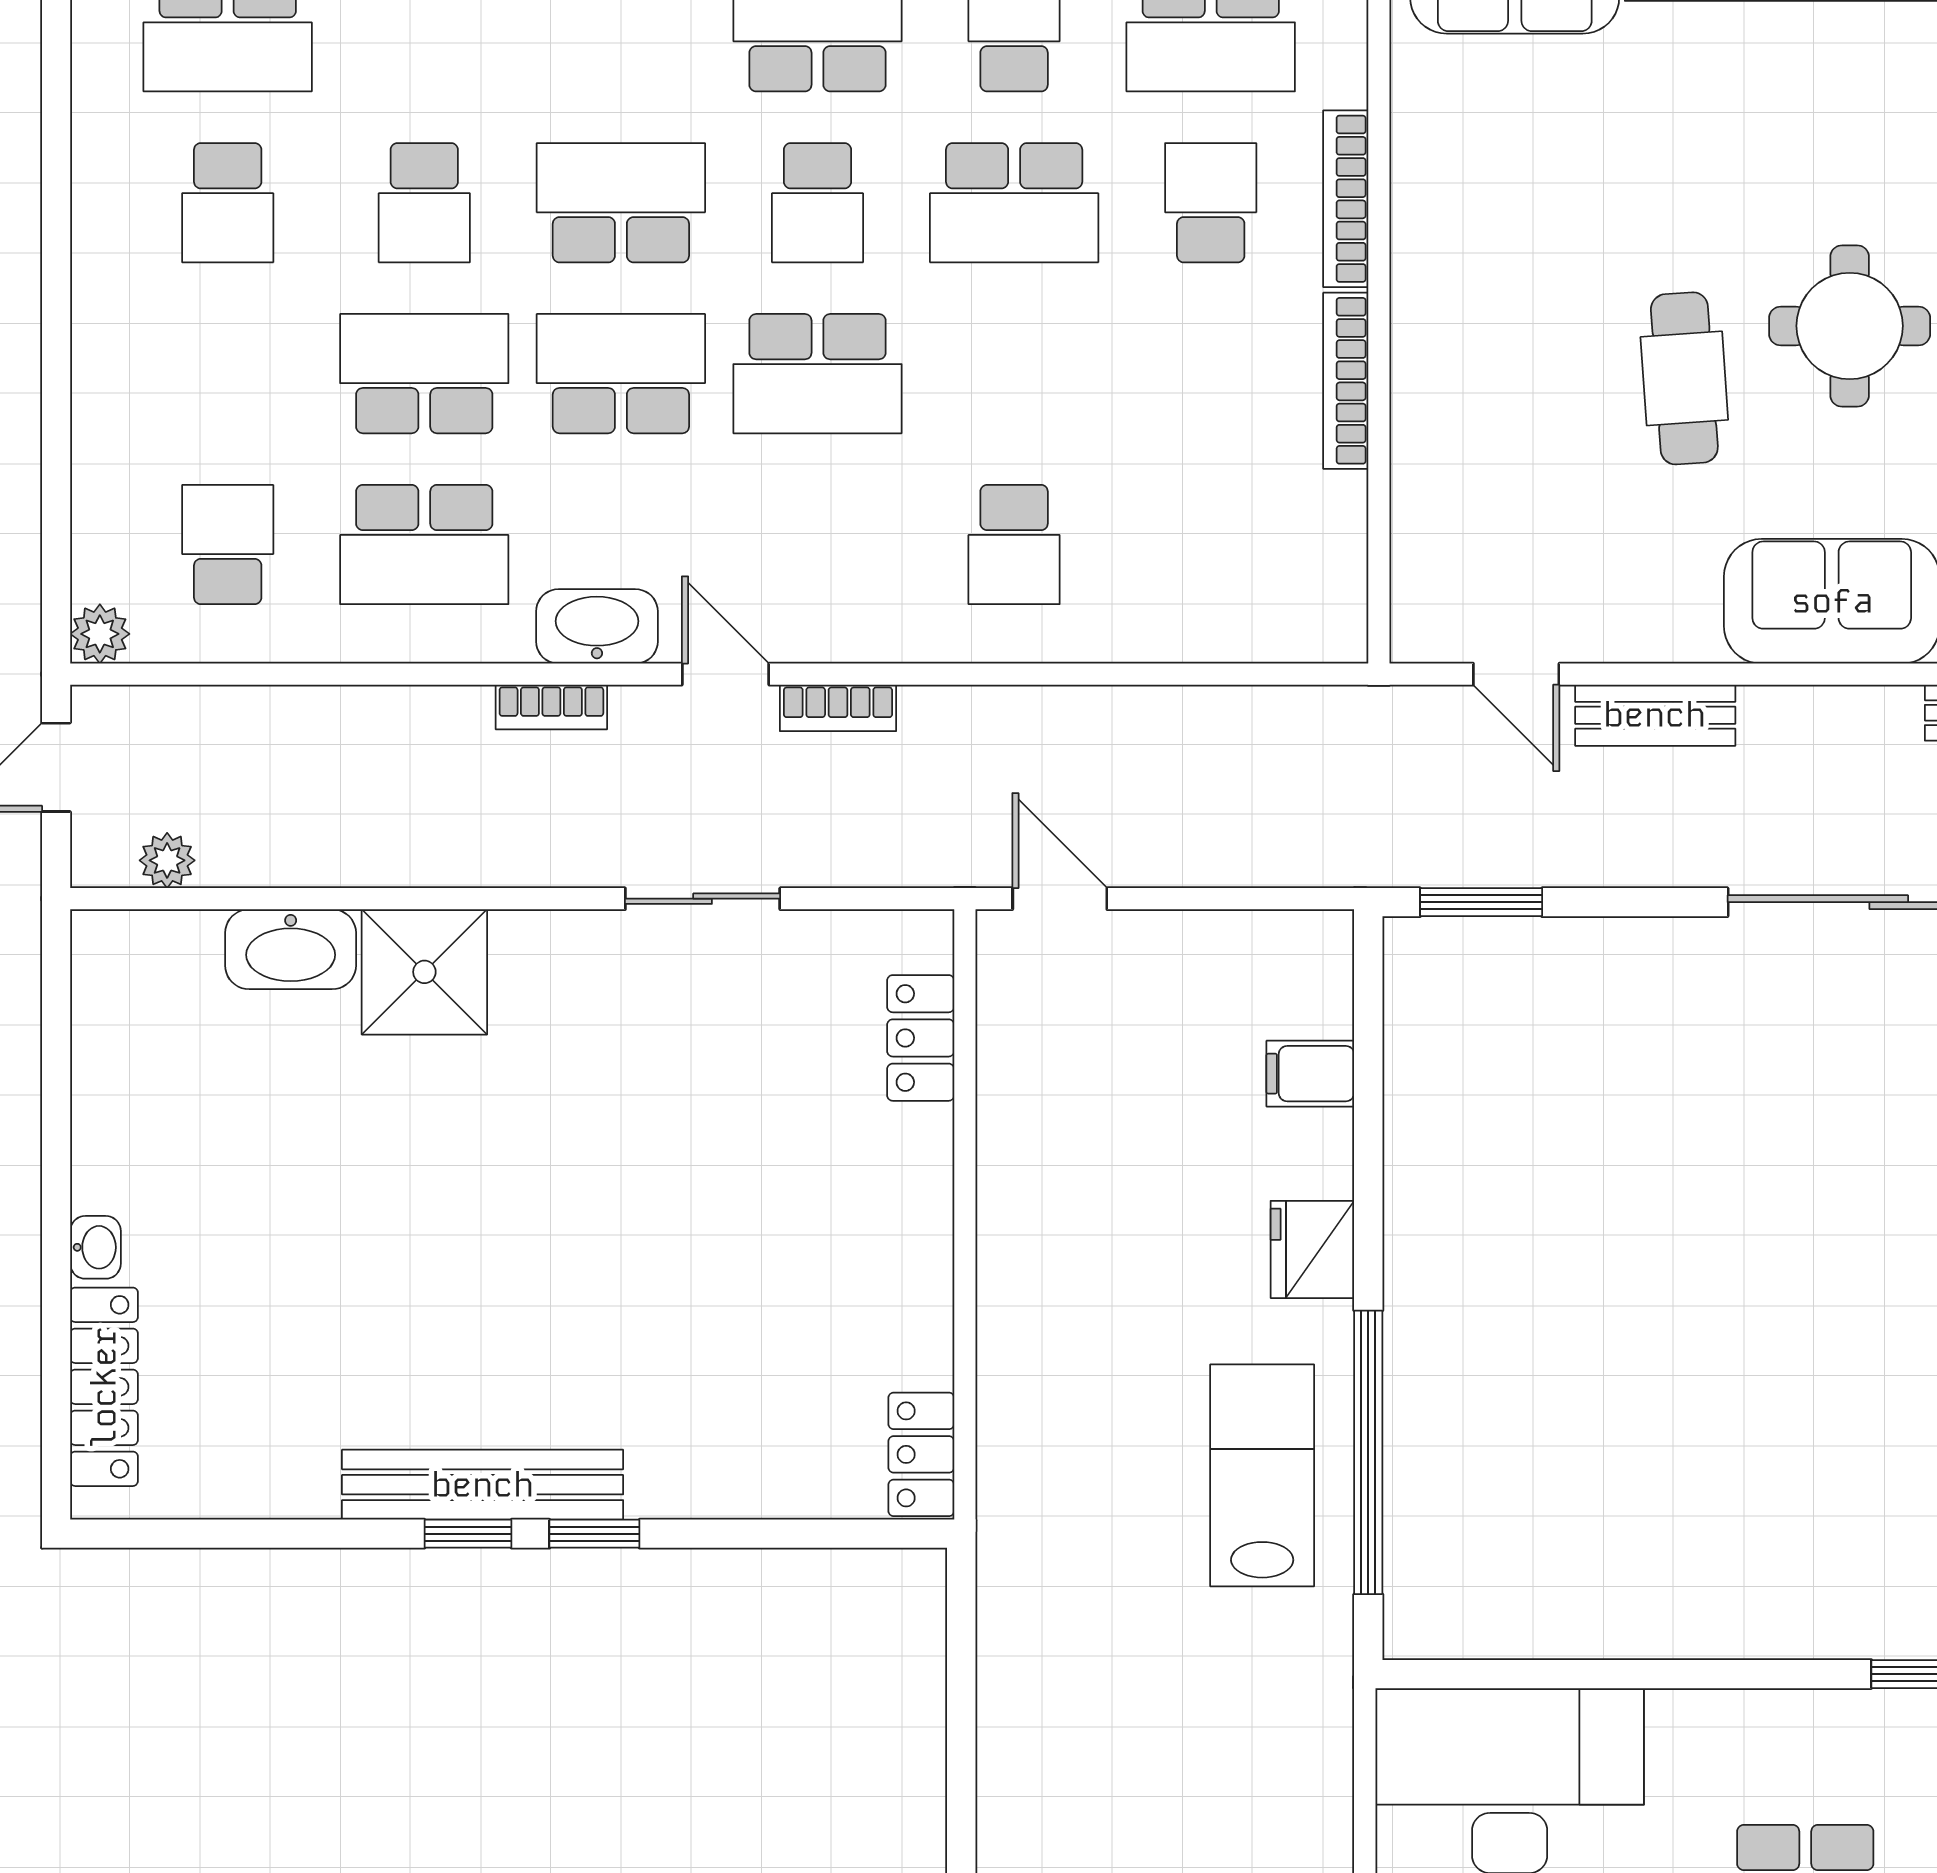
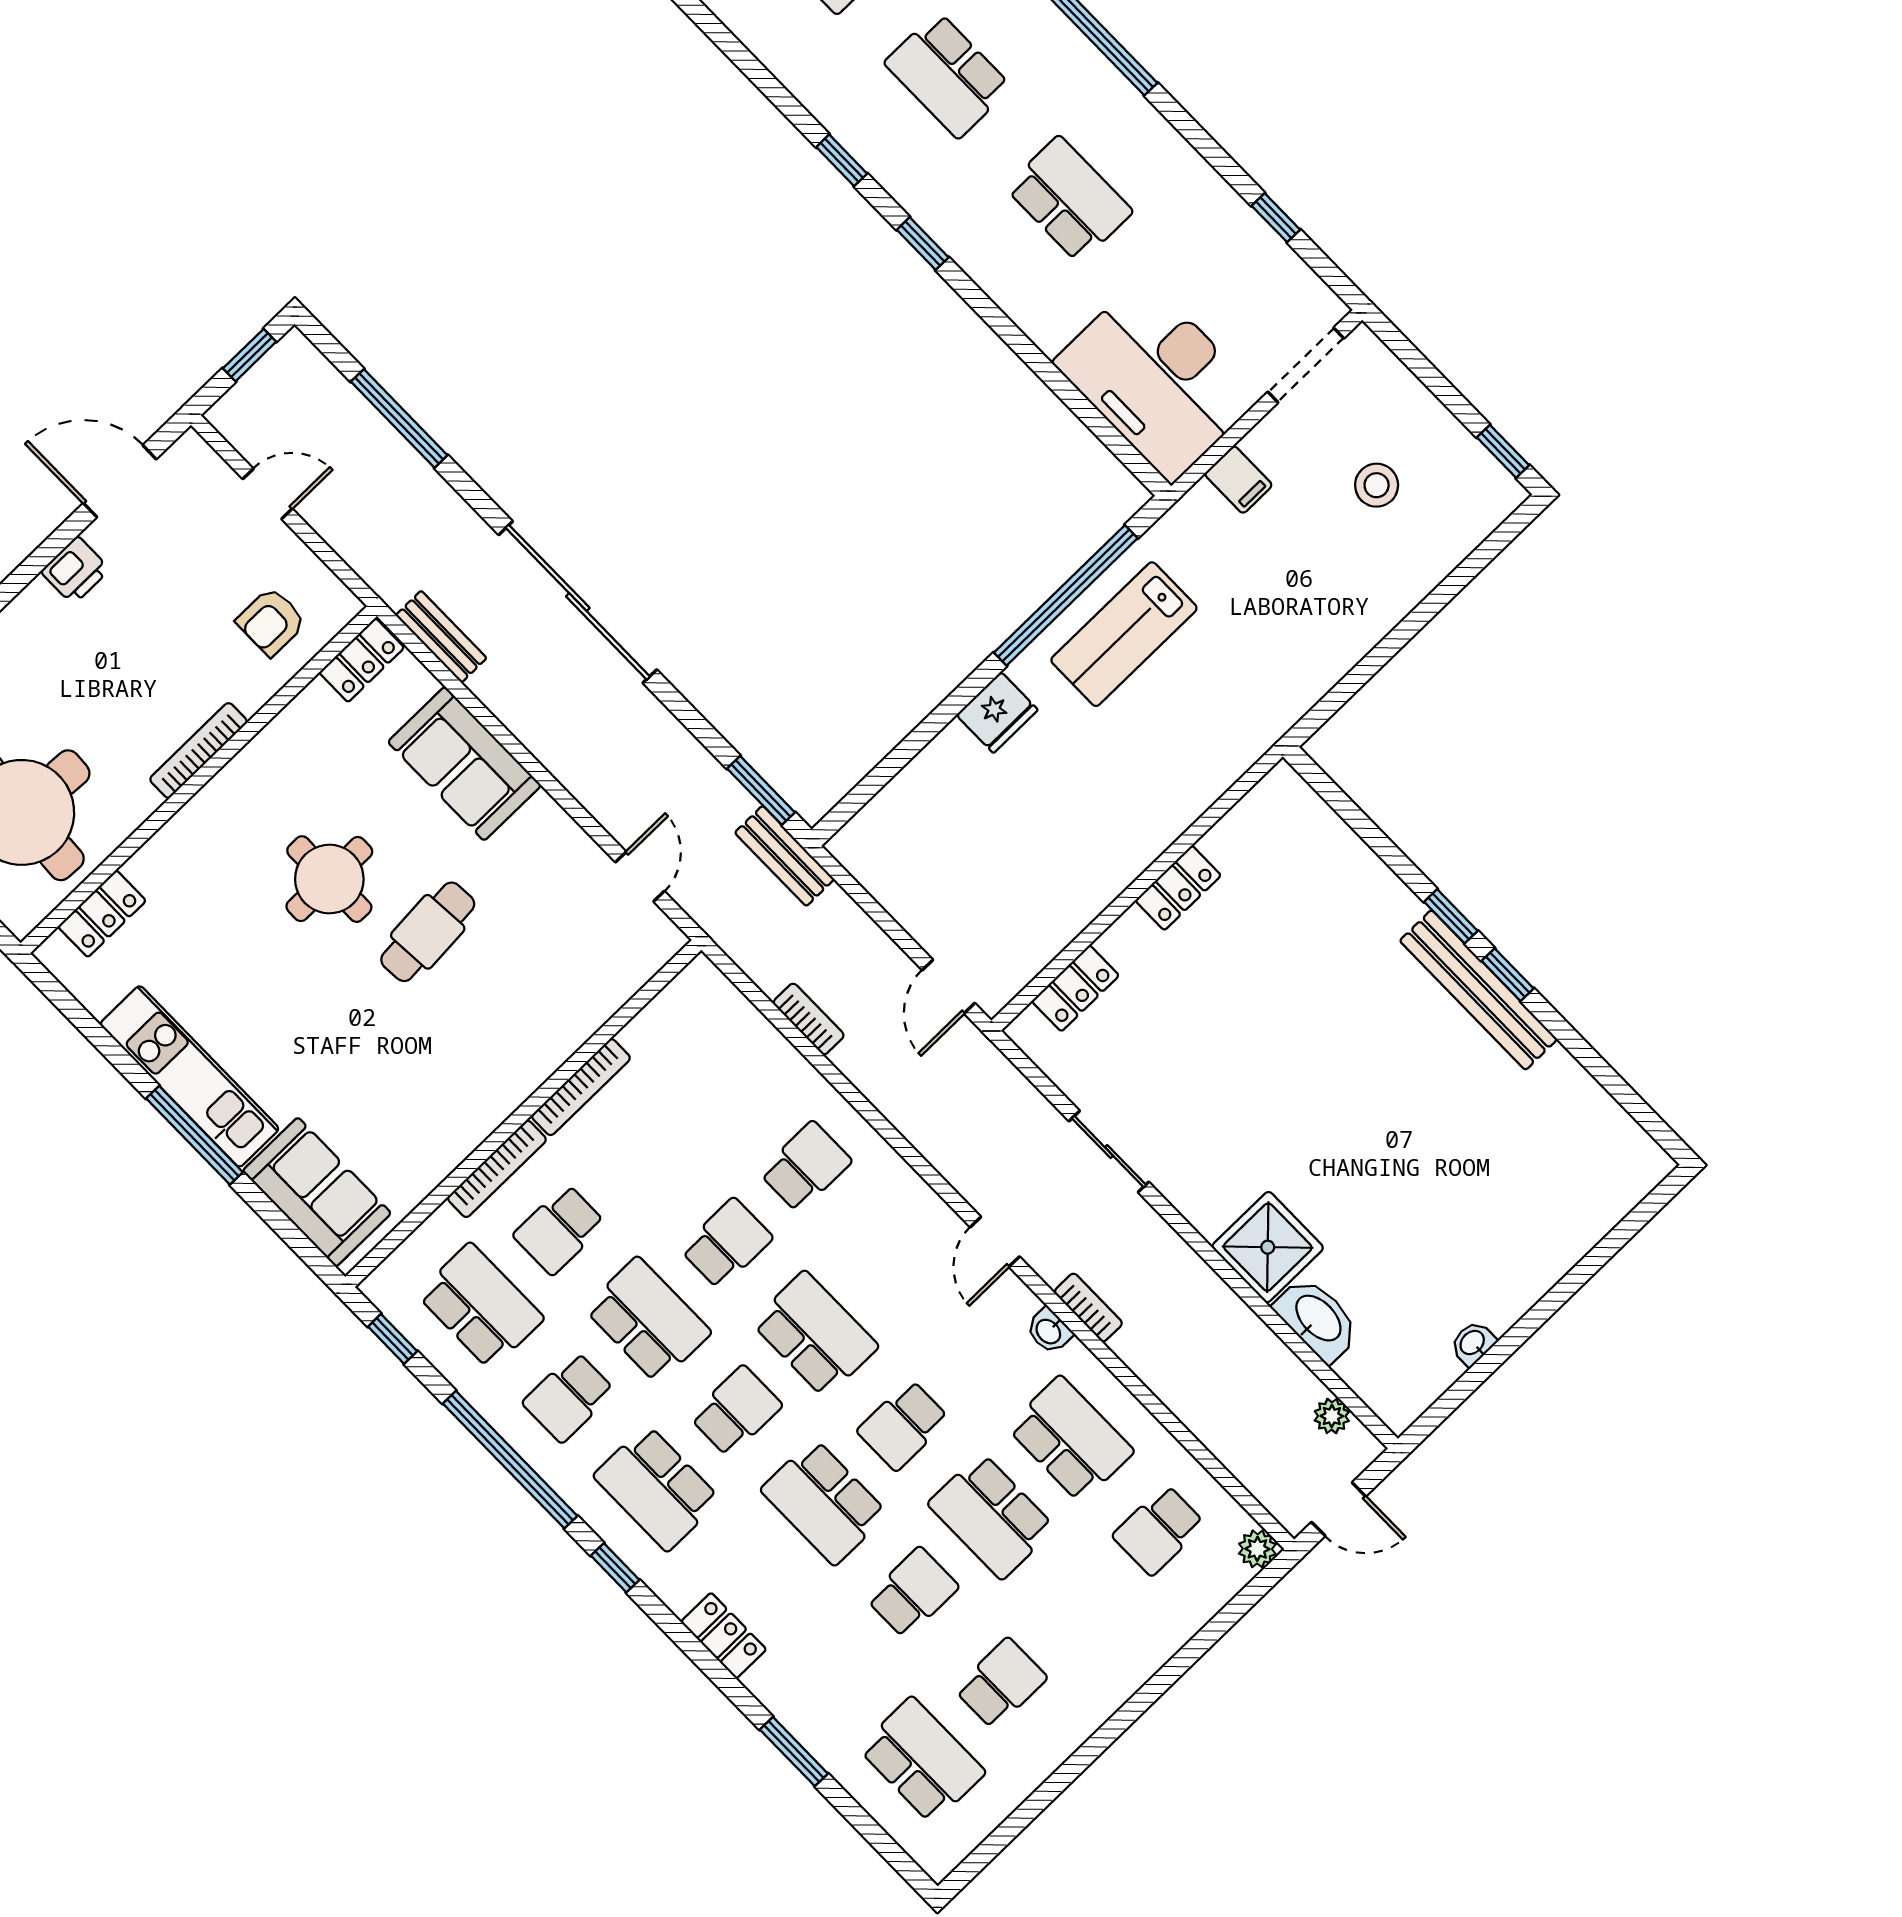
school desk: (621, 374) -> (903, 1425), width x0.54
school desk: (1014, 374) -> (727, 1243), added
washbasin: (597, 626) -> (1049, 1331), width x0.52, depth x0.69
bookcase: (838, 708) -> (809, 1019), moved
bench: (1655, 715) -> (784, 856), moved
filing cabinet: (1310, 1074) -> (1238, 480), moved
washbasin: (95, 1247) -> (1473, 1343), moved
locker: (104, 1387) -> (1603, 1209), removed
locker: (921, 1454) -> (1178, 888), moved

